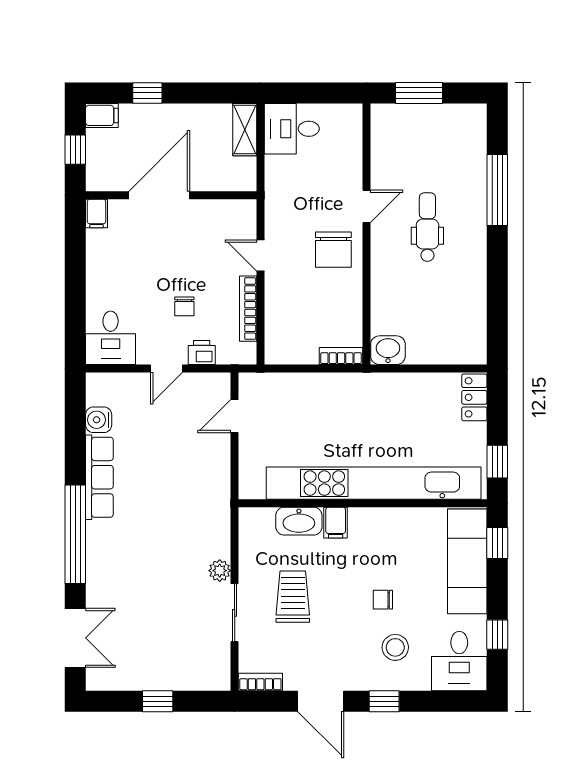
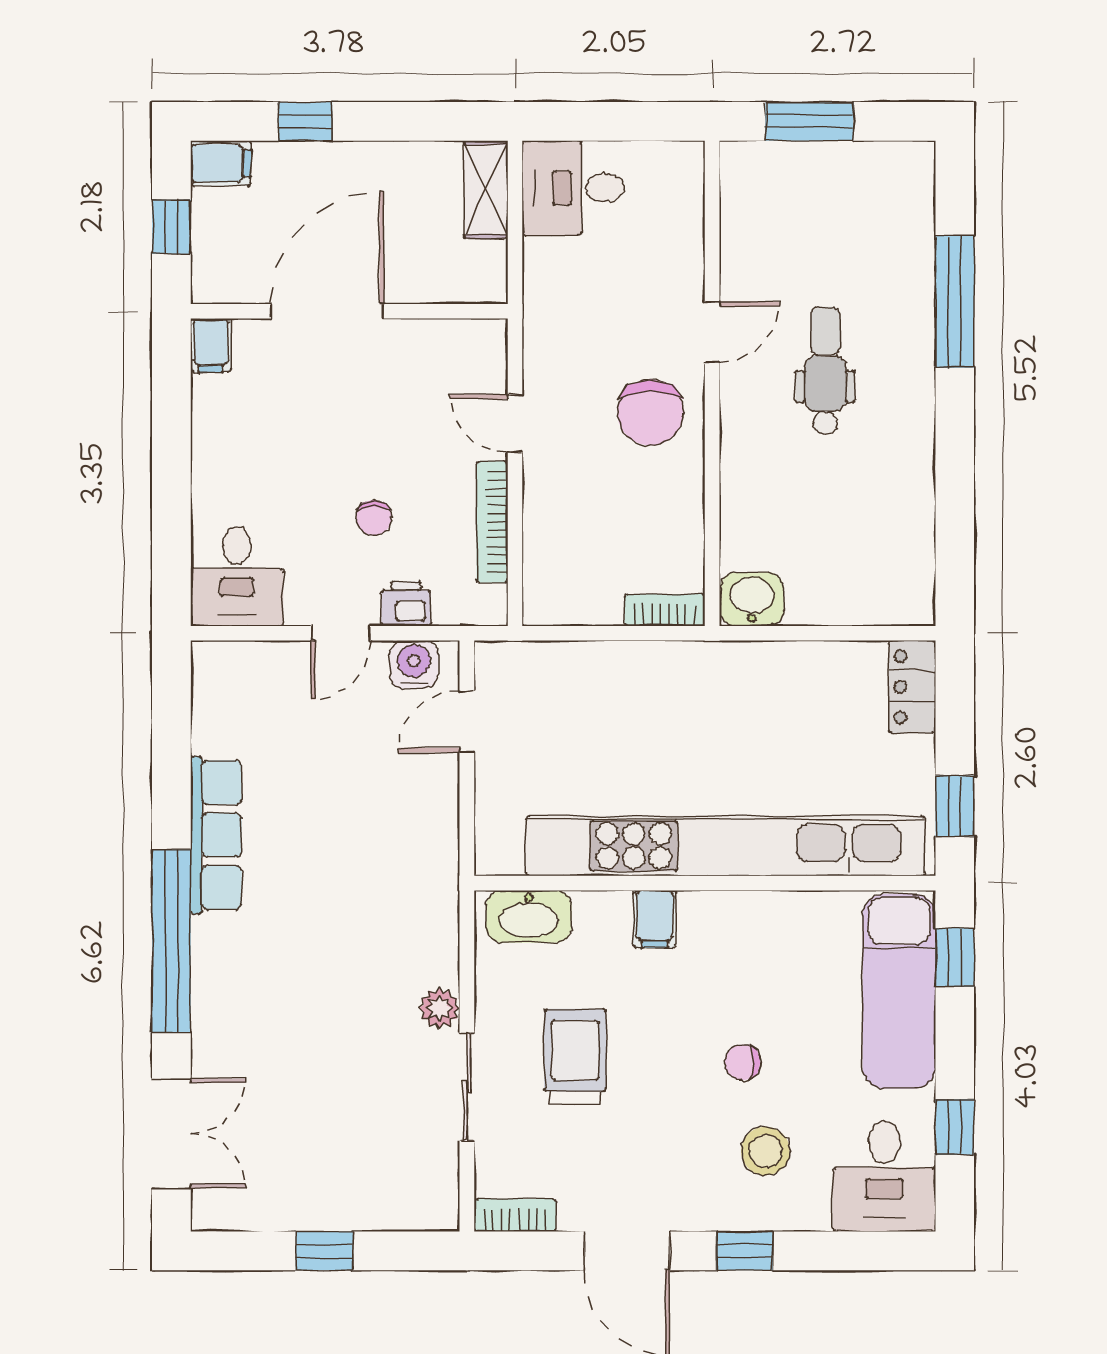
water cooler: (99, 420) -> (414, 665), moved, turned 90
washbasin: (299, 521) -> (529, 917), moved

